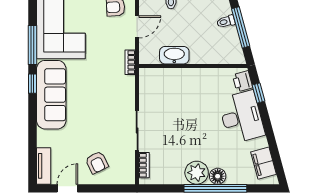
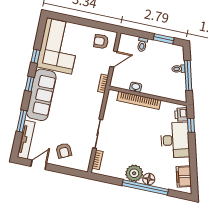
window: (33, 45) -> (35, 56), width x0.46
washbasin: (174, 55) -> (136, 87), width x0.52, depth x0.69
bookcase: (182, 75) -> (139, 100), added
window: (33, 135) -> (22, 121), added
tv unit: (44, 166) -> (26, 140), width x1.41

